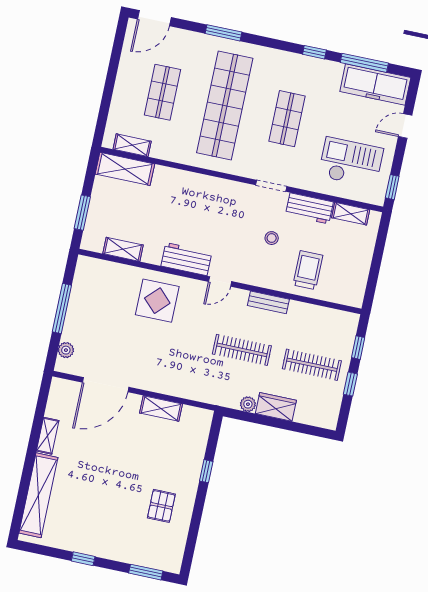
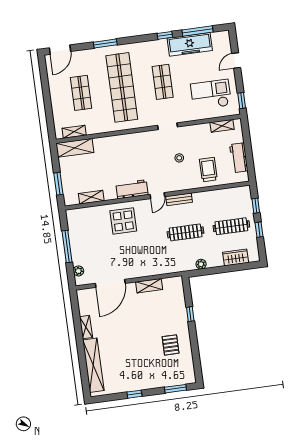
freezer: (375, 84) -> (190, 44), moved
workbench: (309, 208) -> (239, 158), moved, turned 90
bench: (268, 302) -> (179, 199), moved
wardrobe: (276, 407) -> (236, 257), moved

